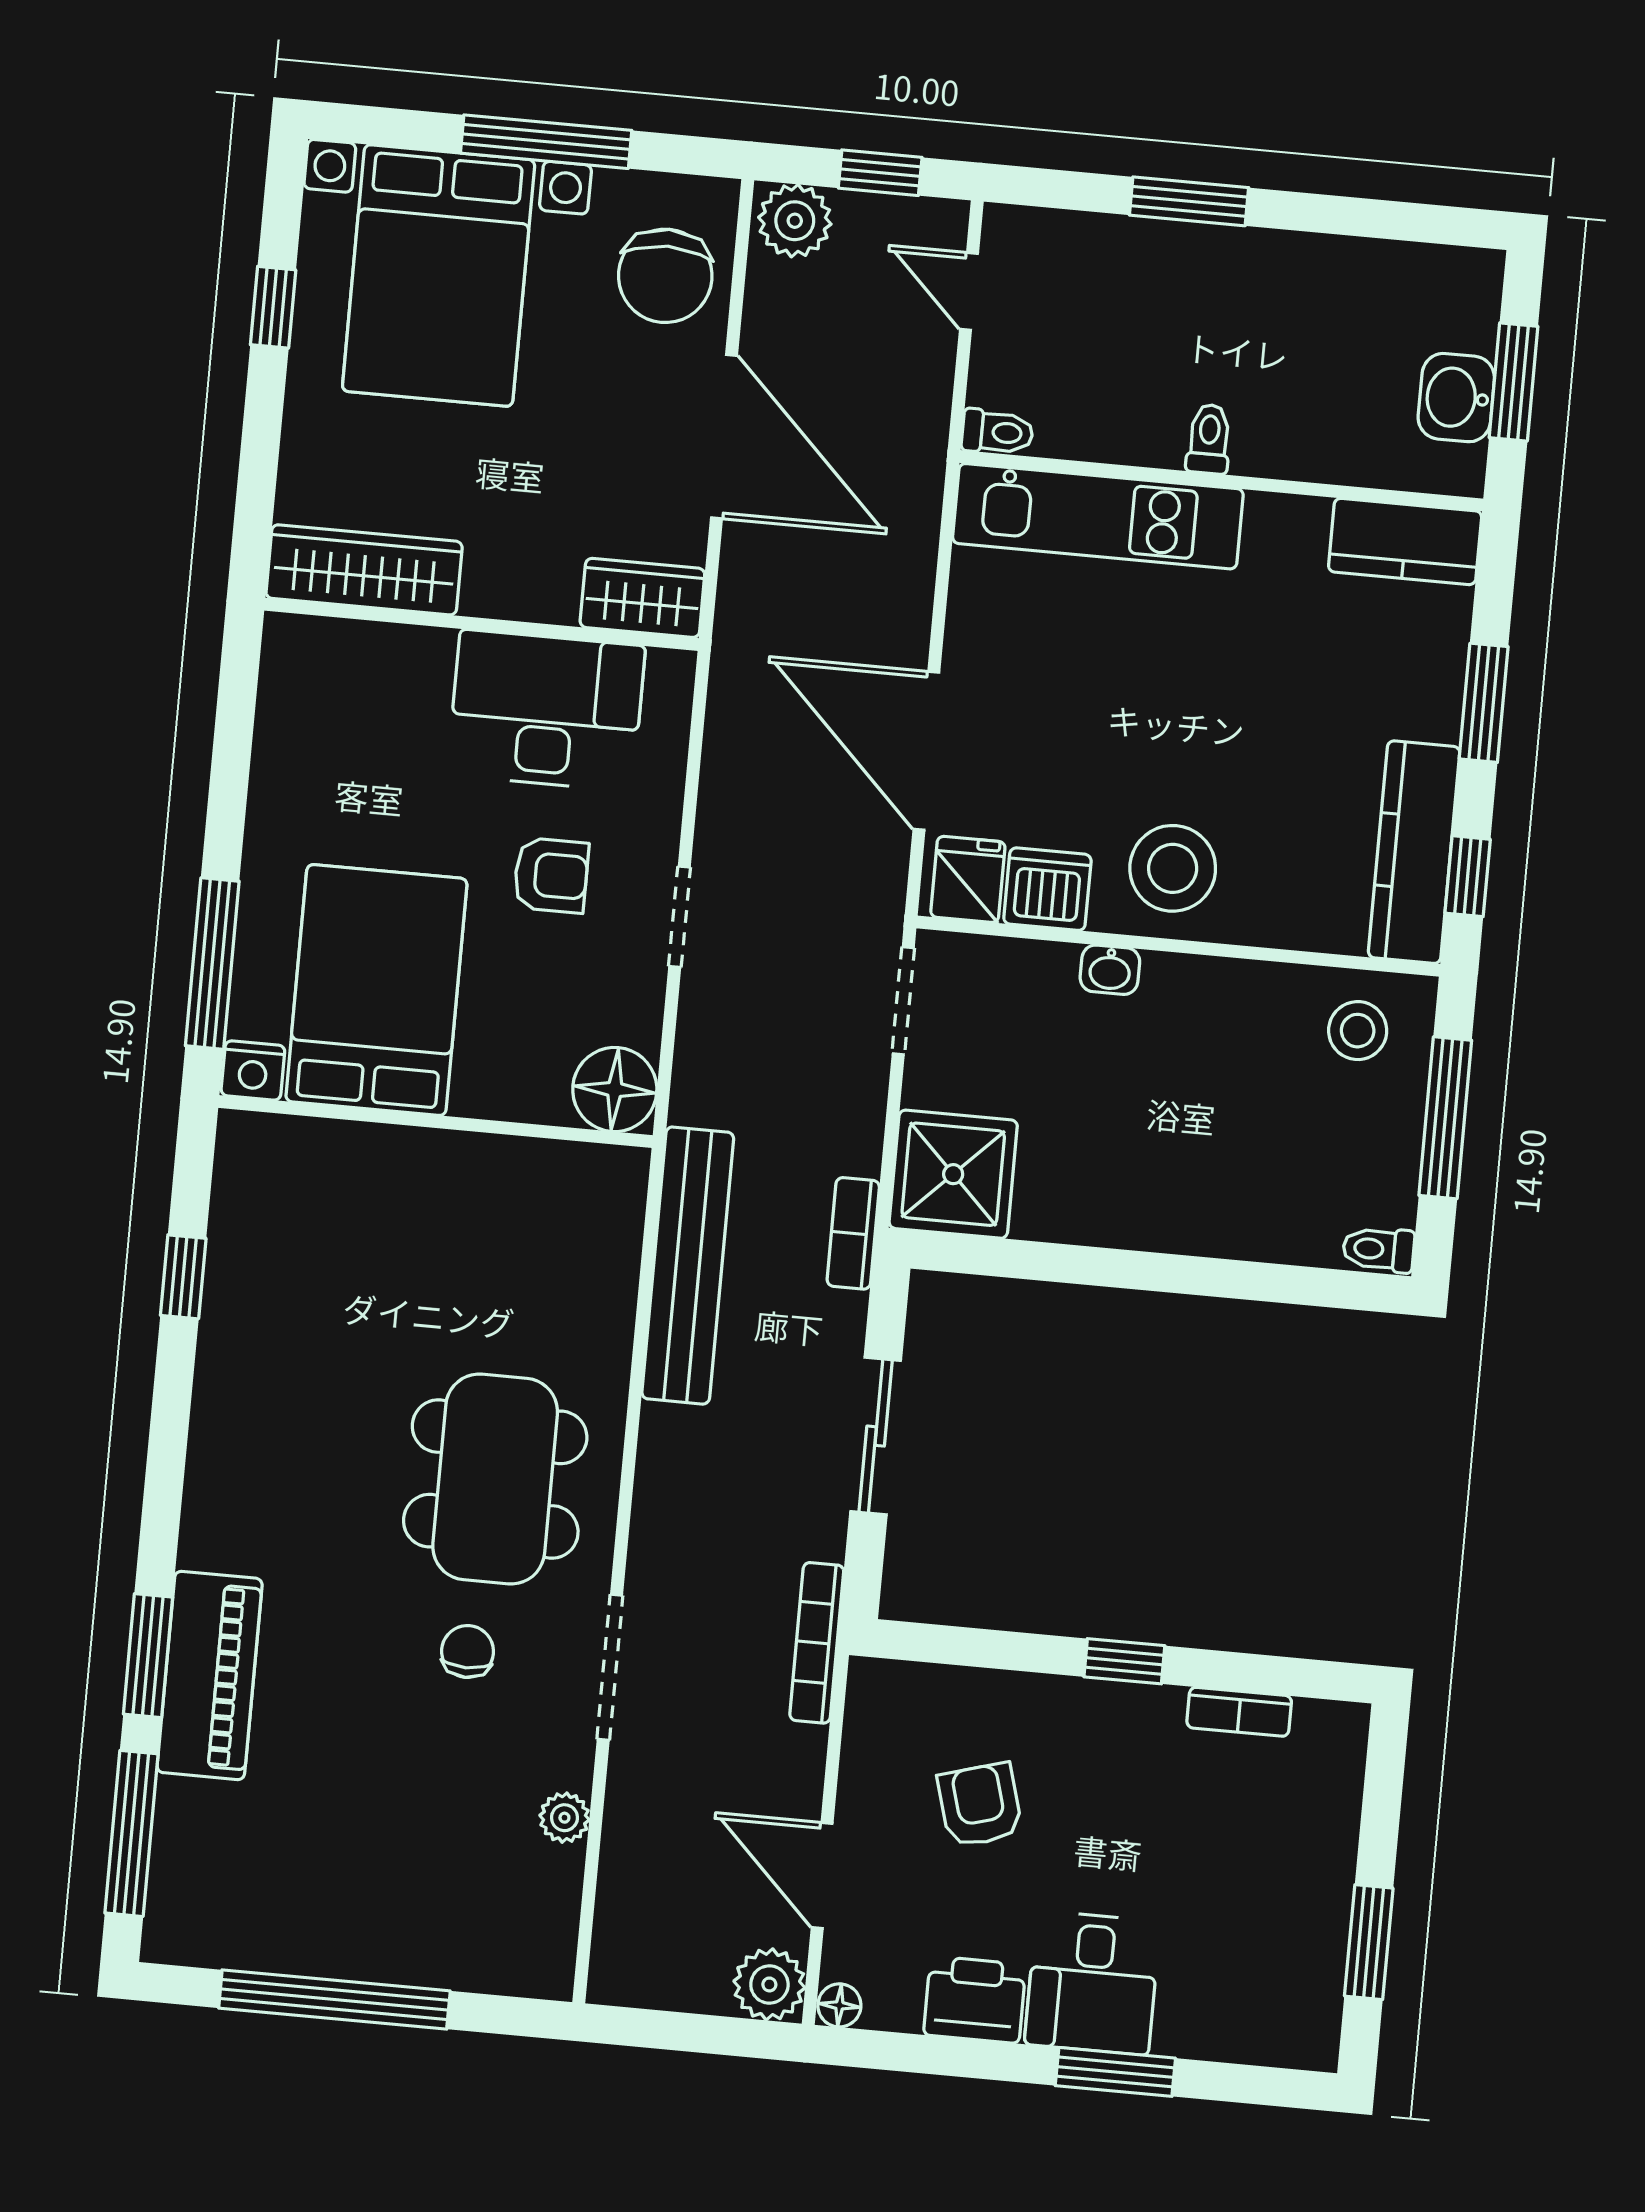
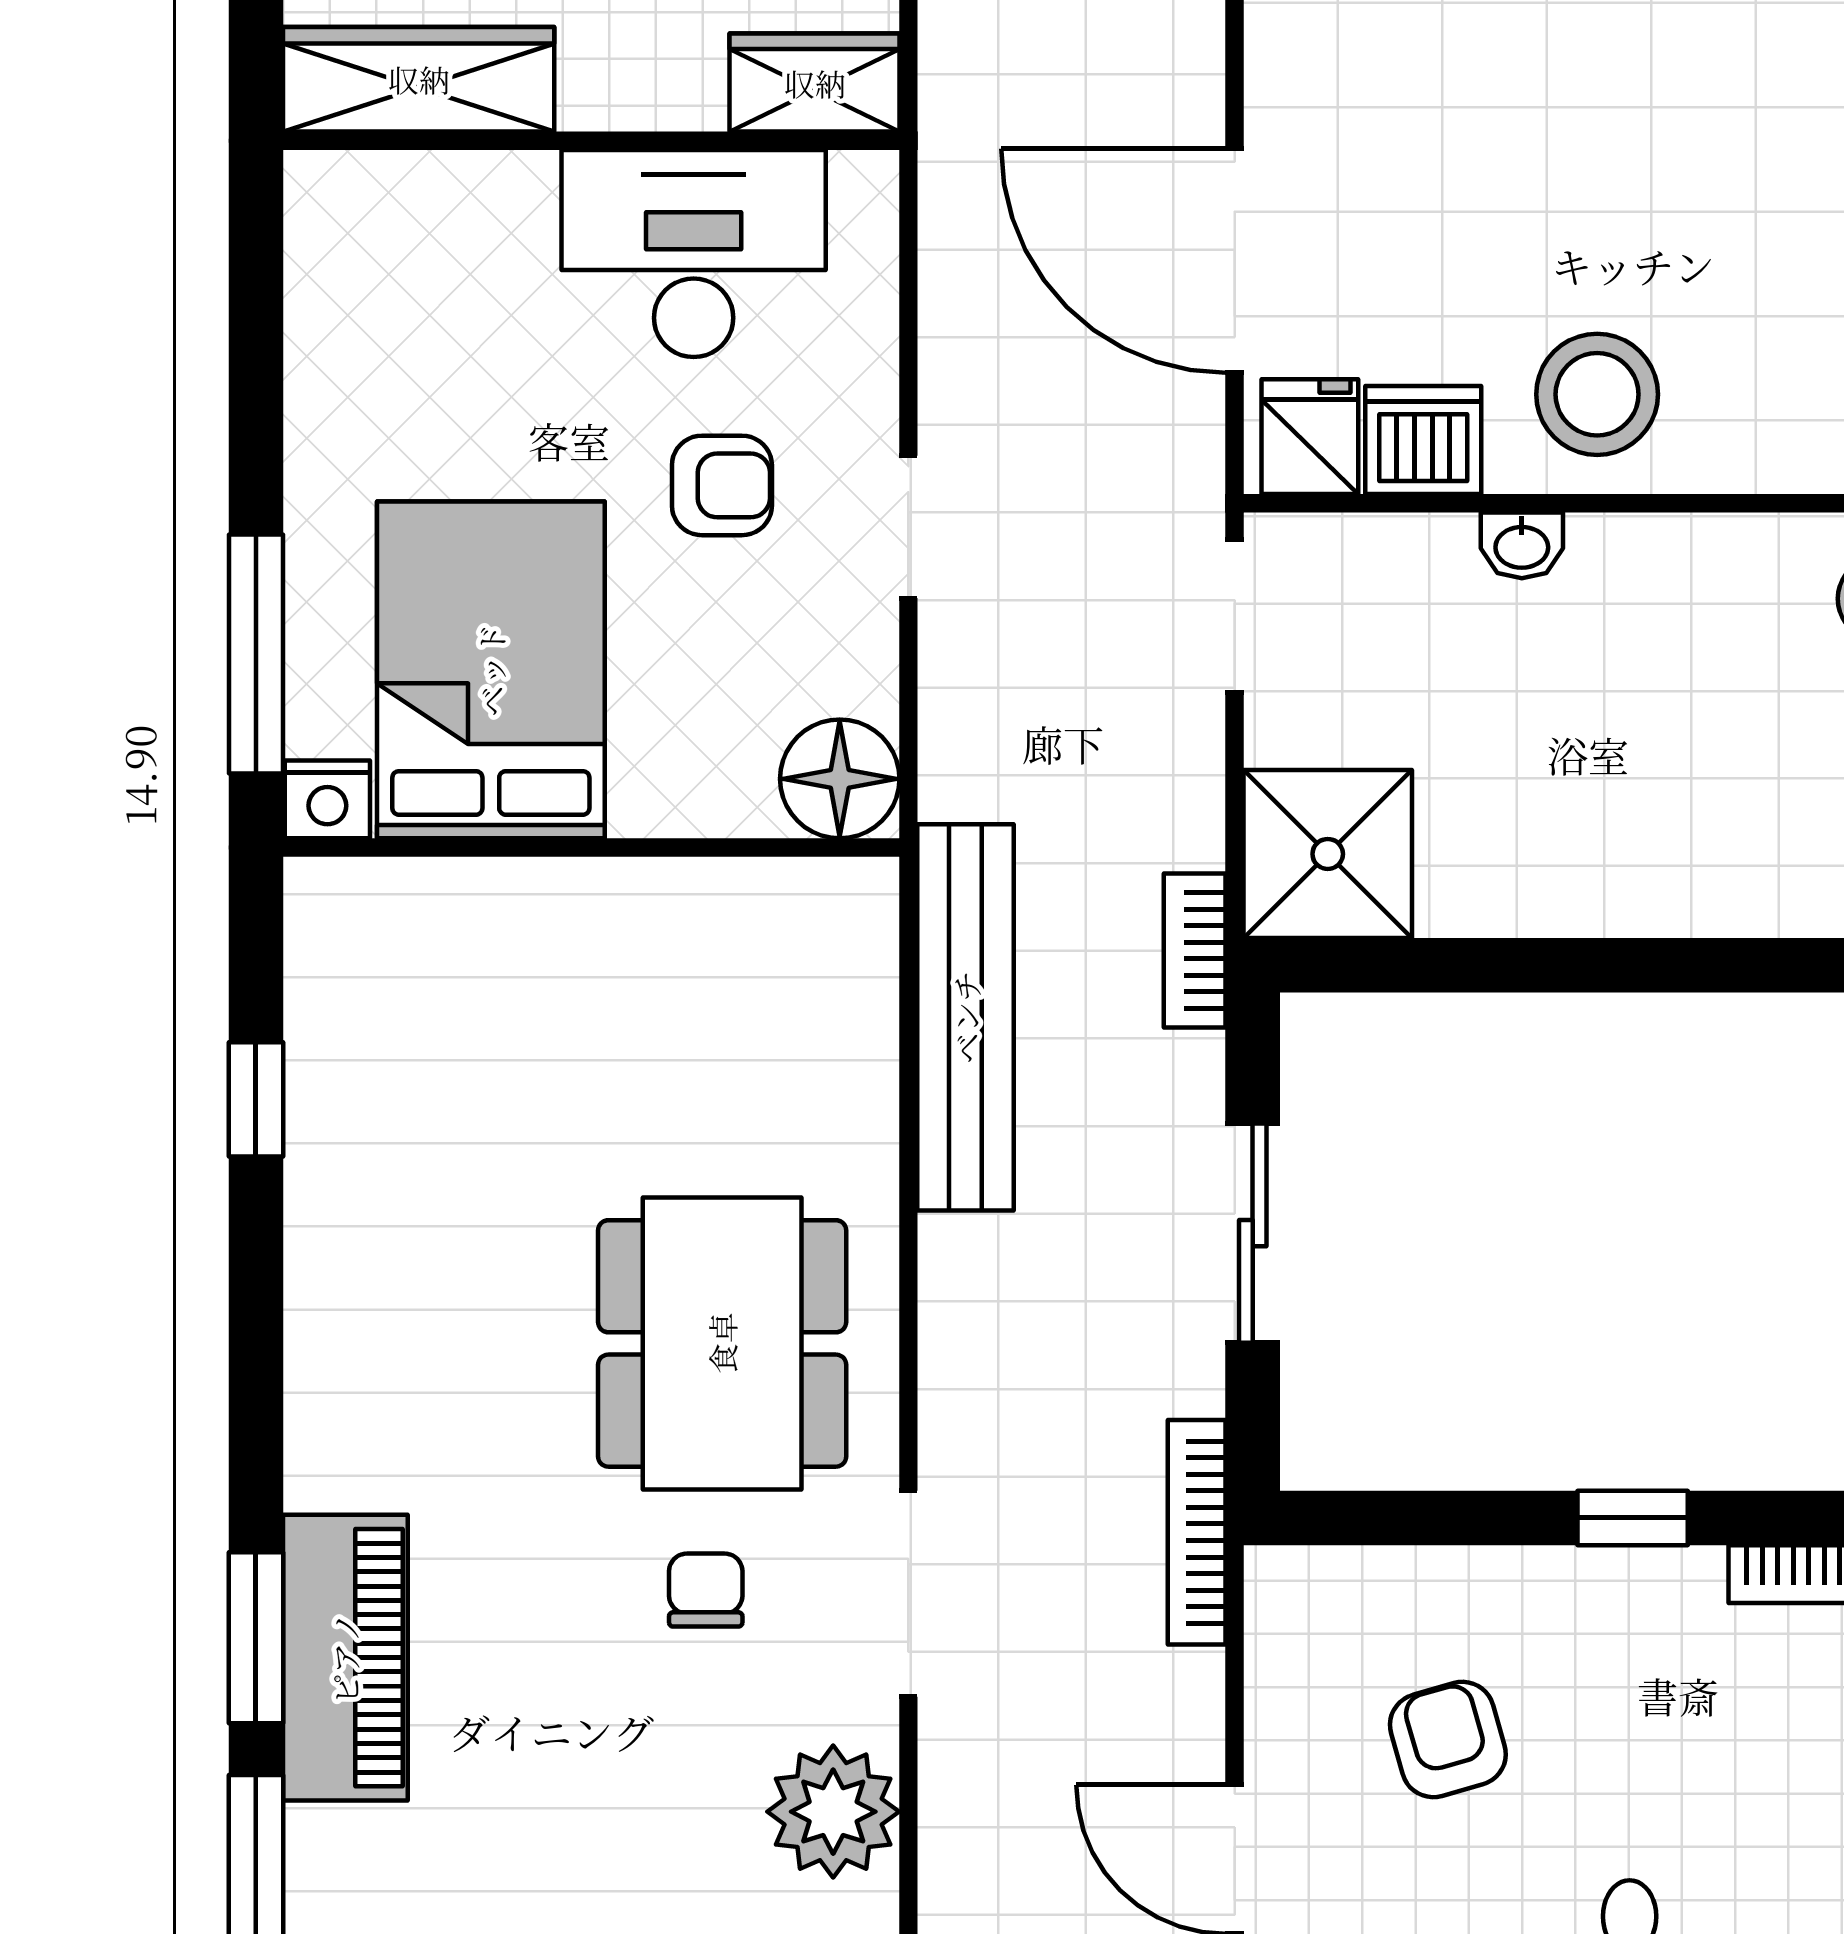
plant: (564, 1818) -> (833, 1812), width x1.88, depth x1.88

